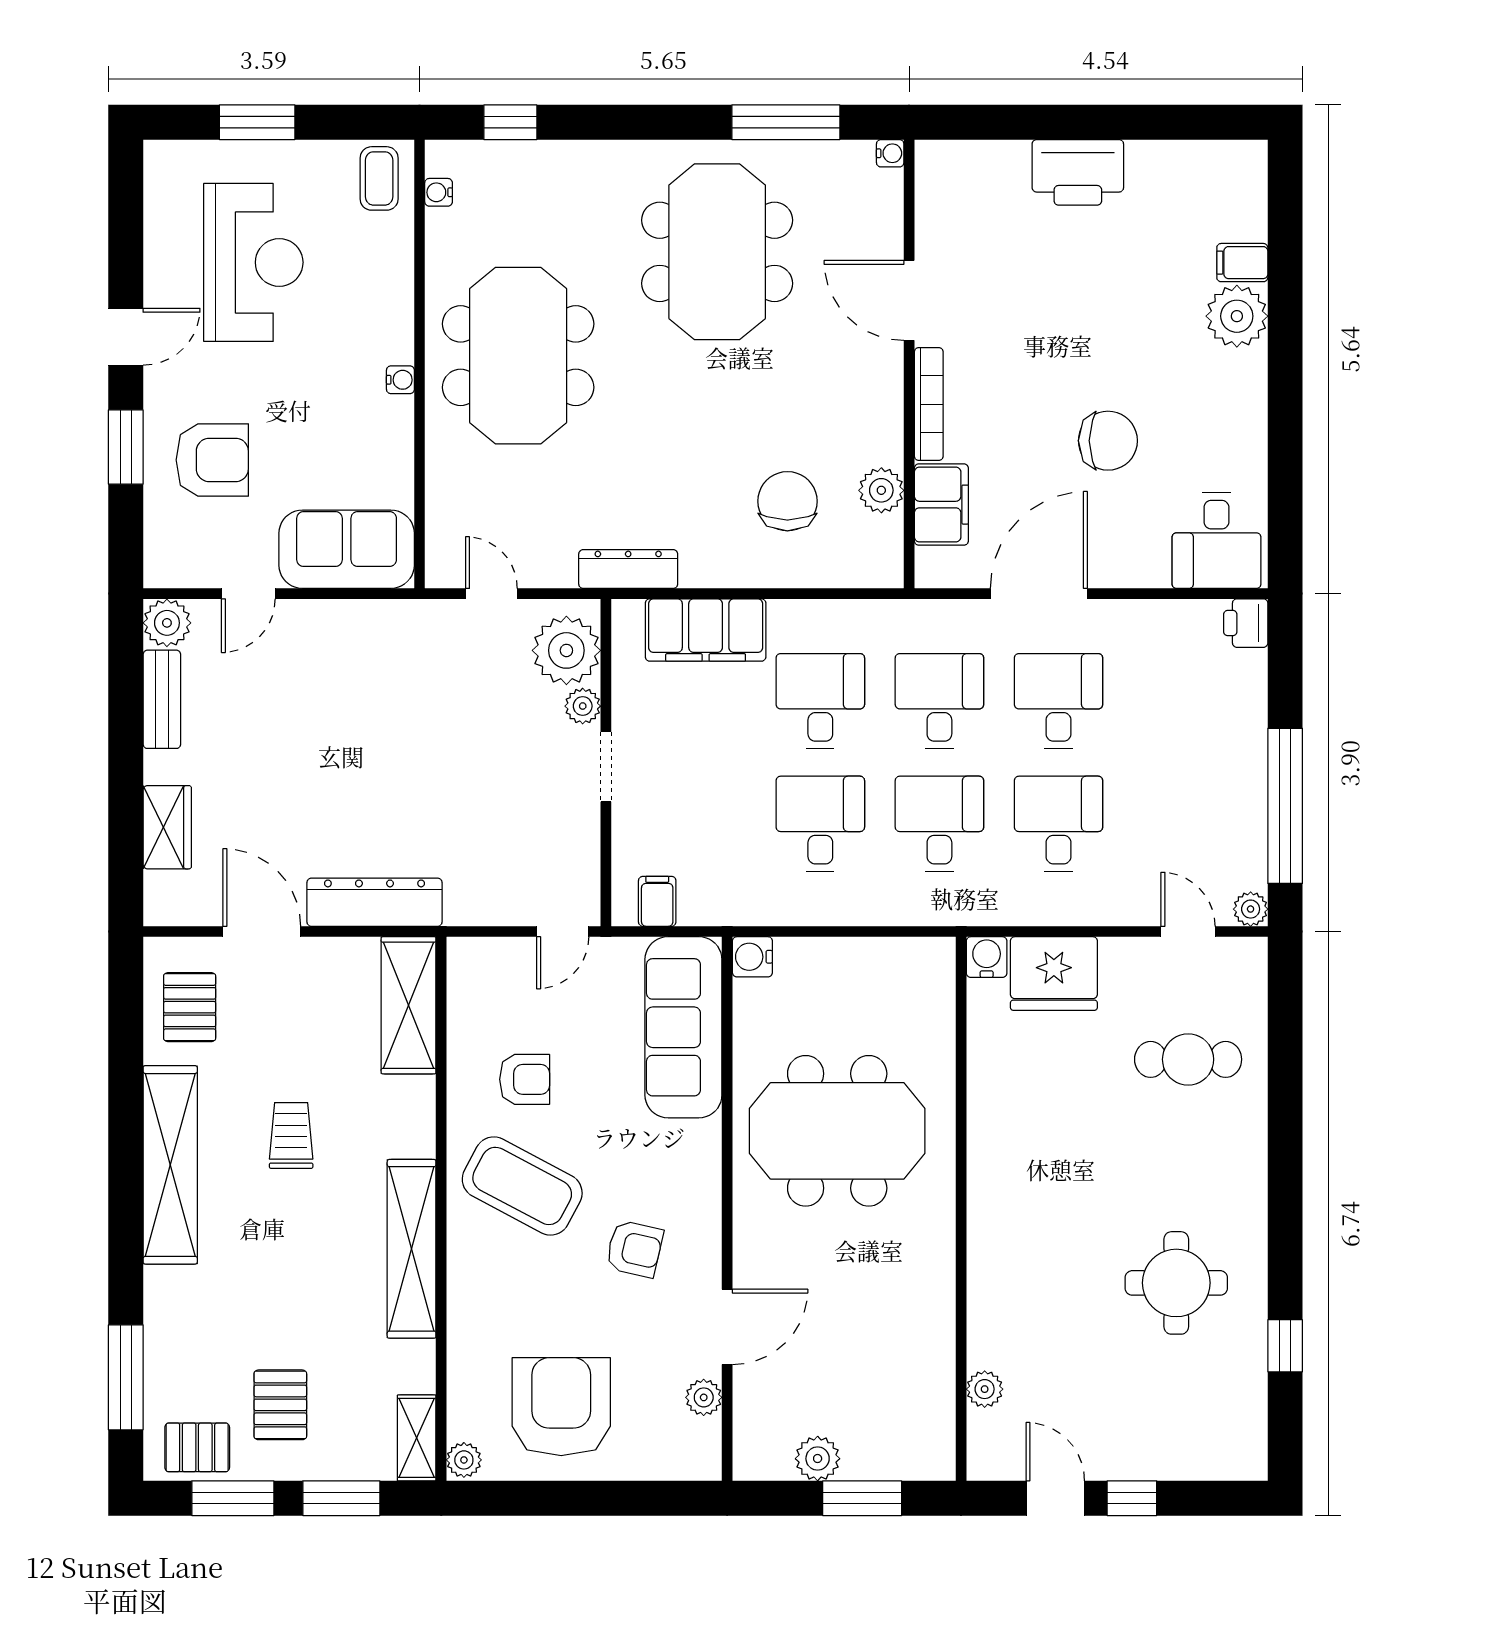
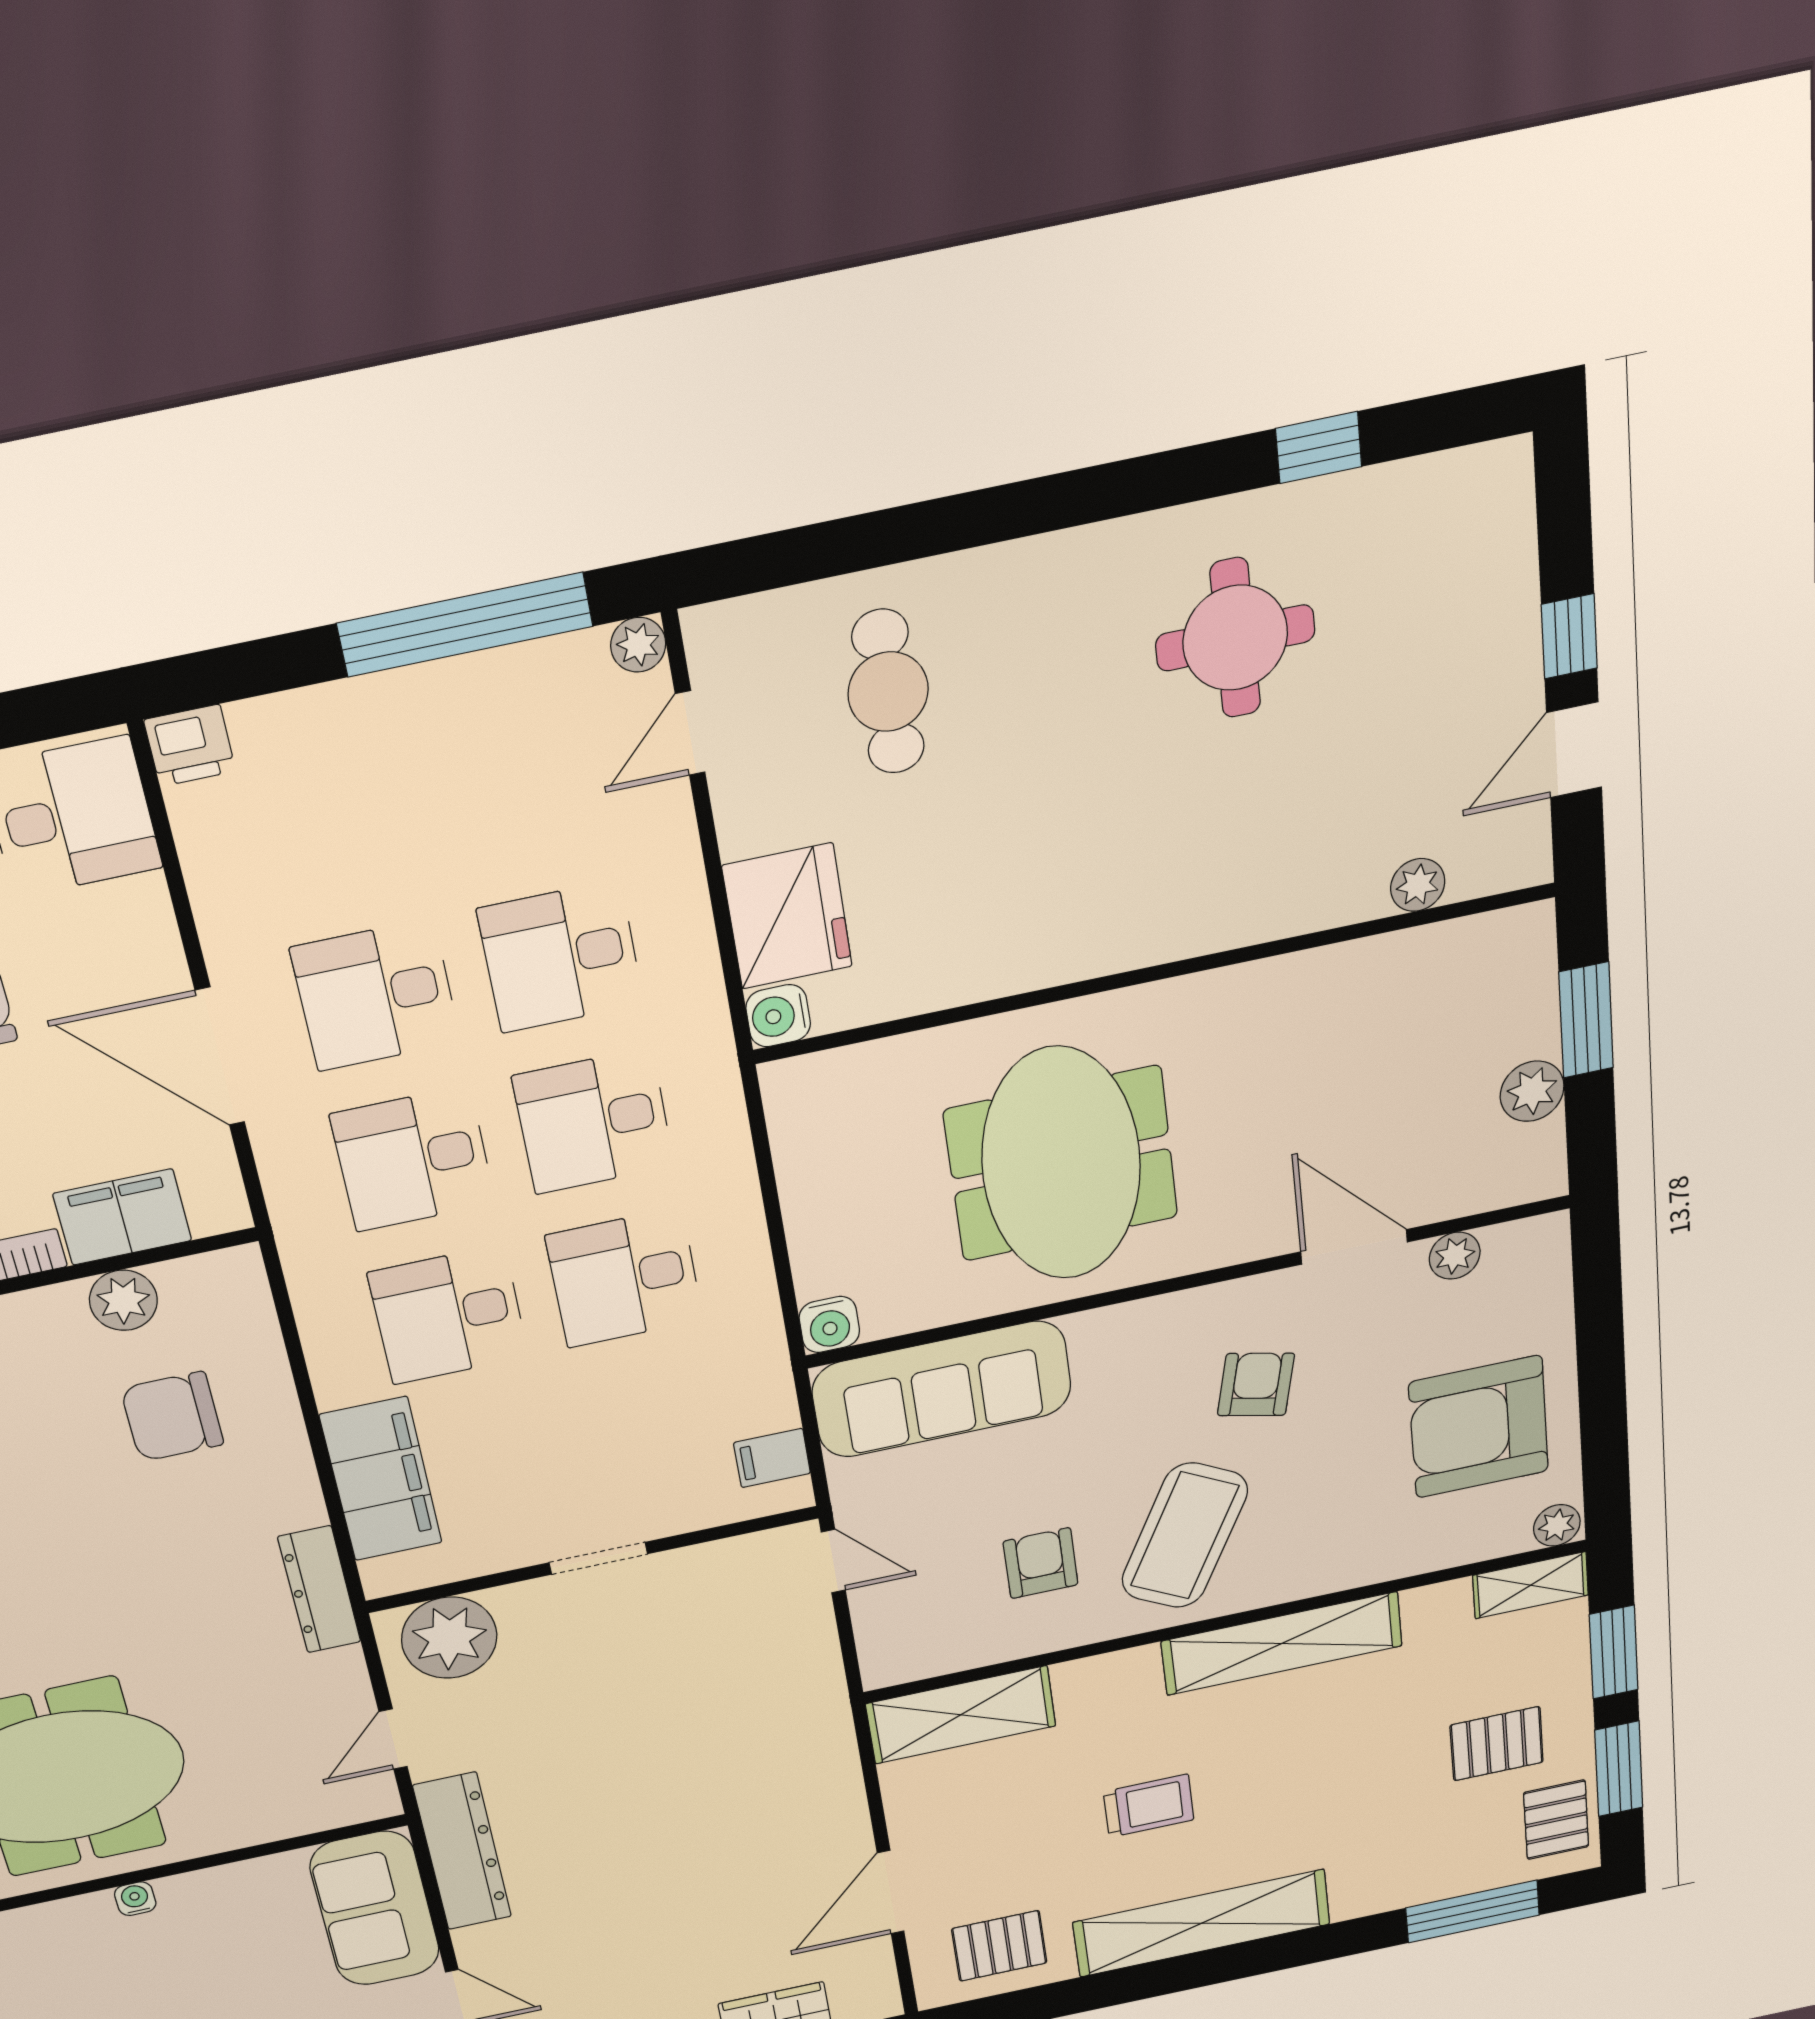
plant: (583, 706) -> (521, 1603), removed
dresser: (374, 902) -> (462, 1851), moved, turned 180
trolley: (291, 1135) -> (1149, 1806), turned 180

